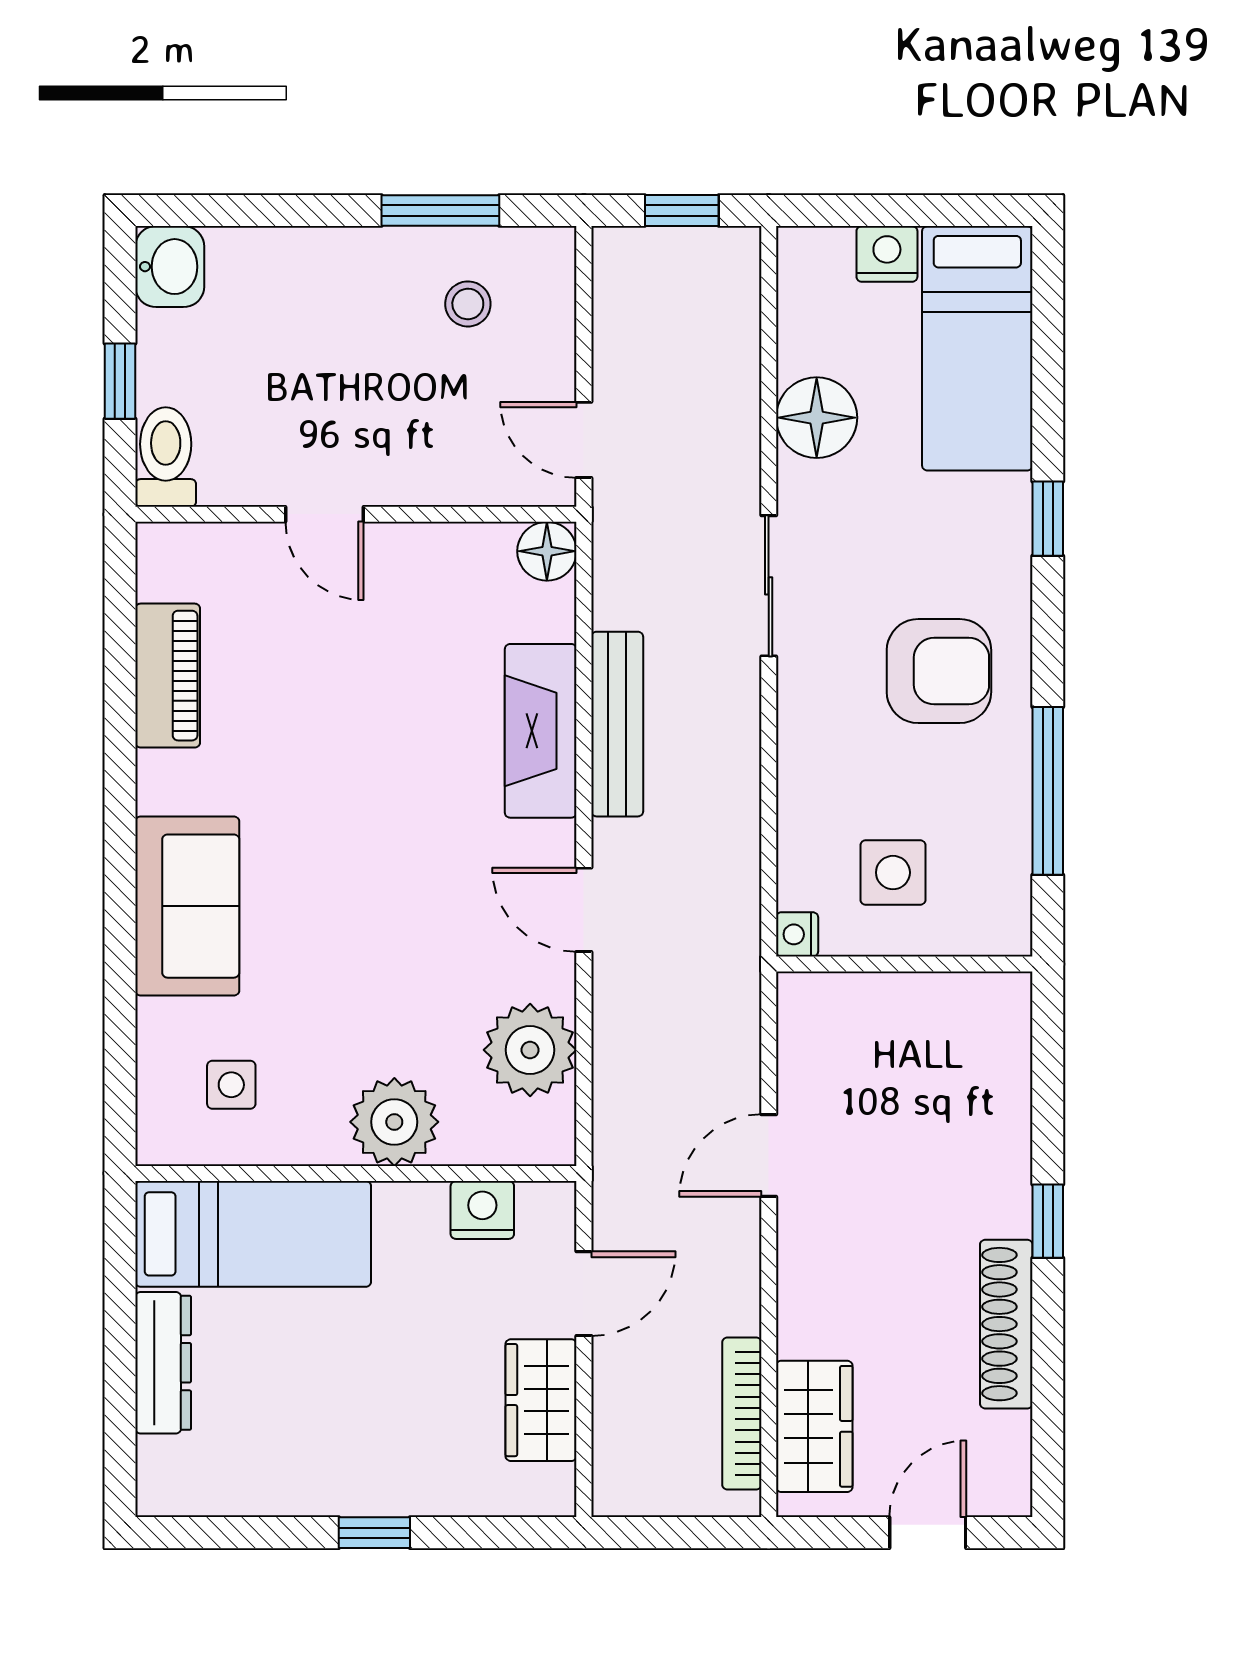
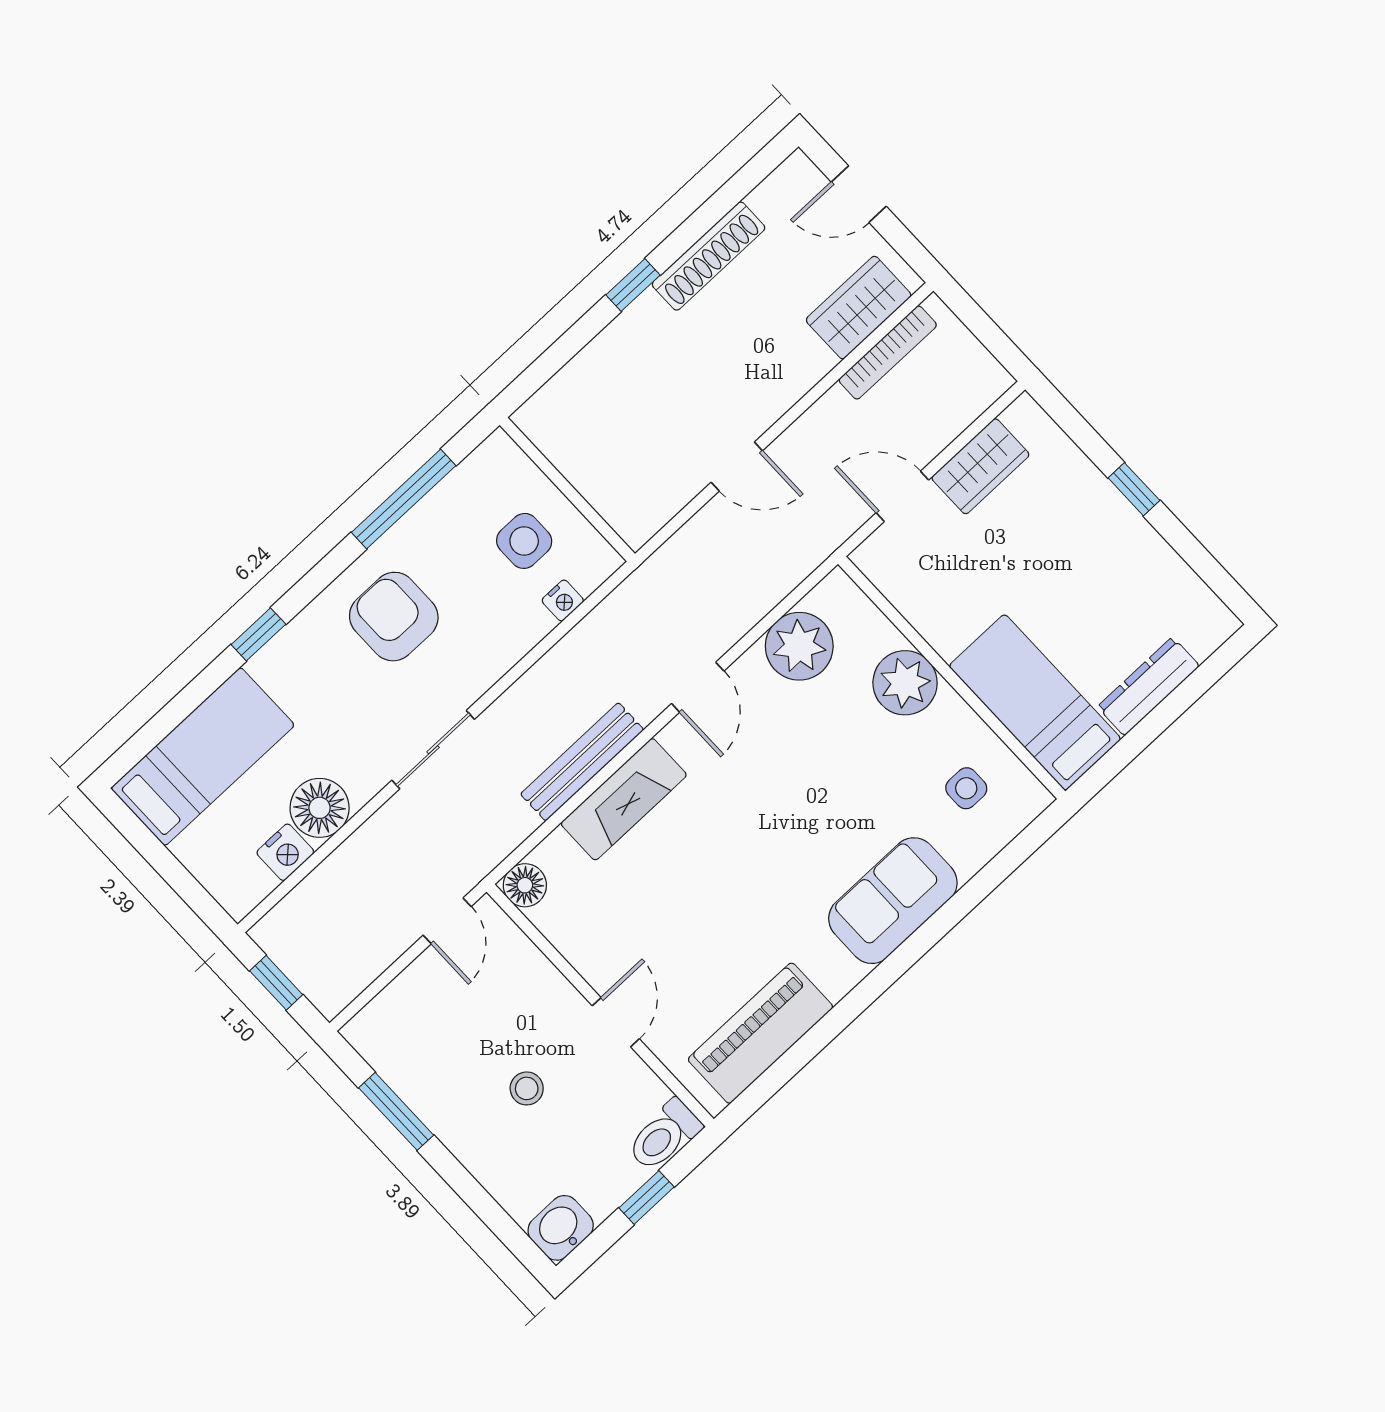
nightstand: (887, 254) -> (285, 852), moved, turned -90
stool: (468, 304) -> (527, 1088), moved
piano: (168, 676) -> (760, 1033), width x1.37, depth x1.33
nightstand: (797, 934) -> (563, 601), moved
nightstand: (482, 1210) -> (908, 592), removed

